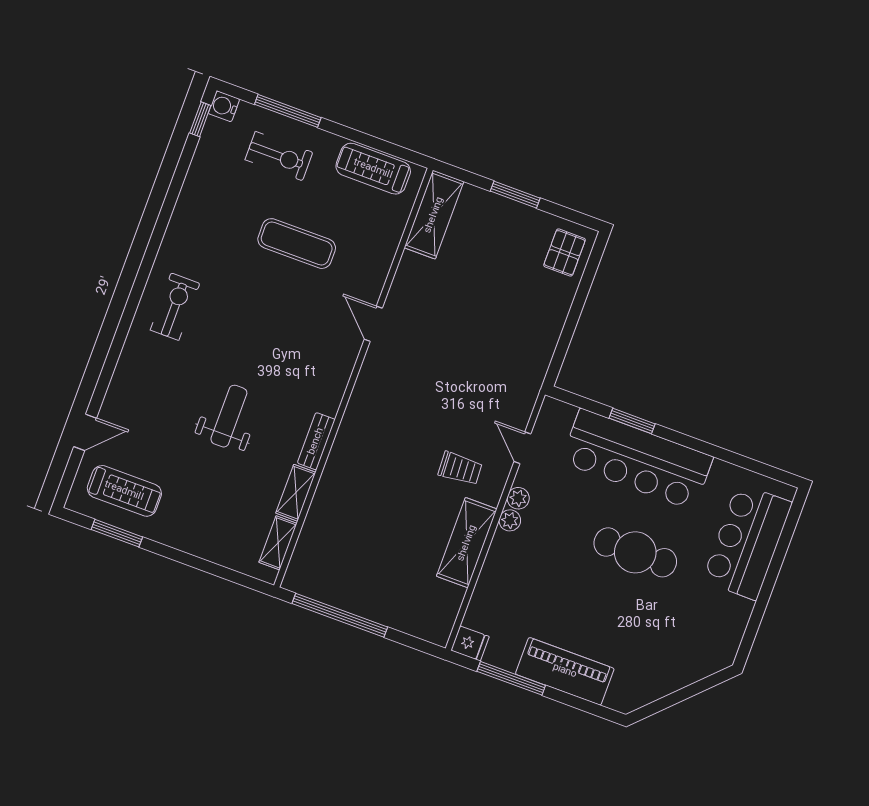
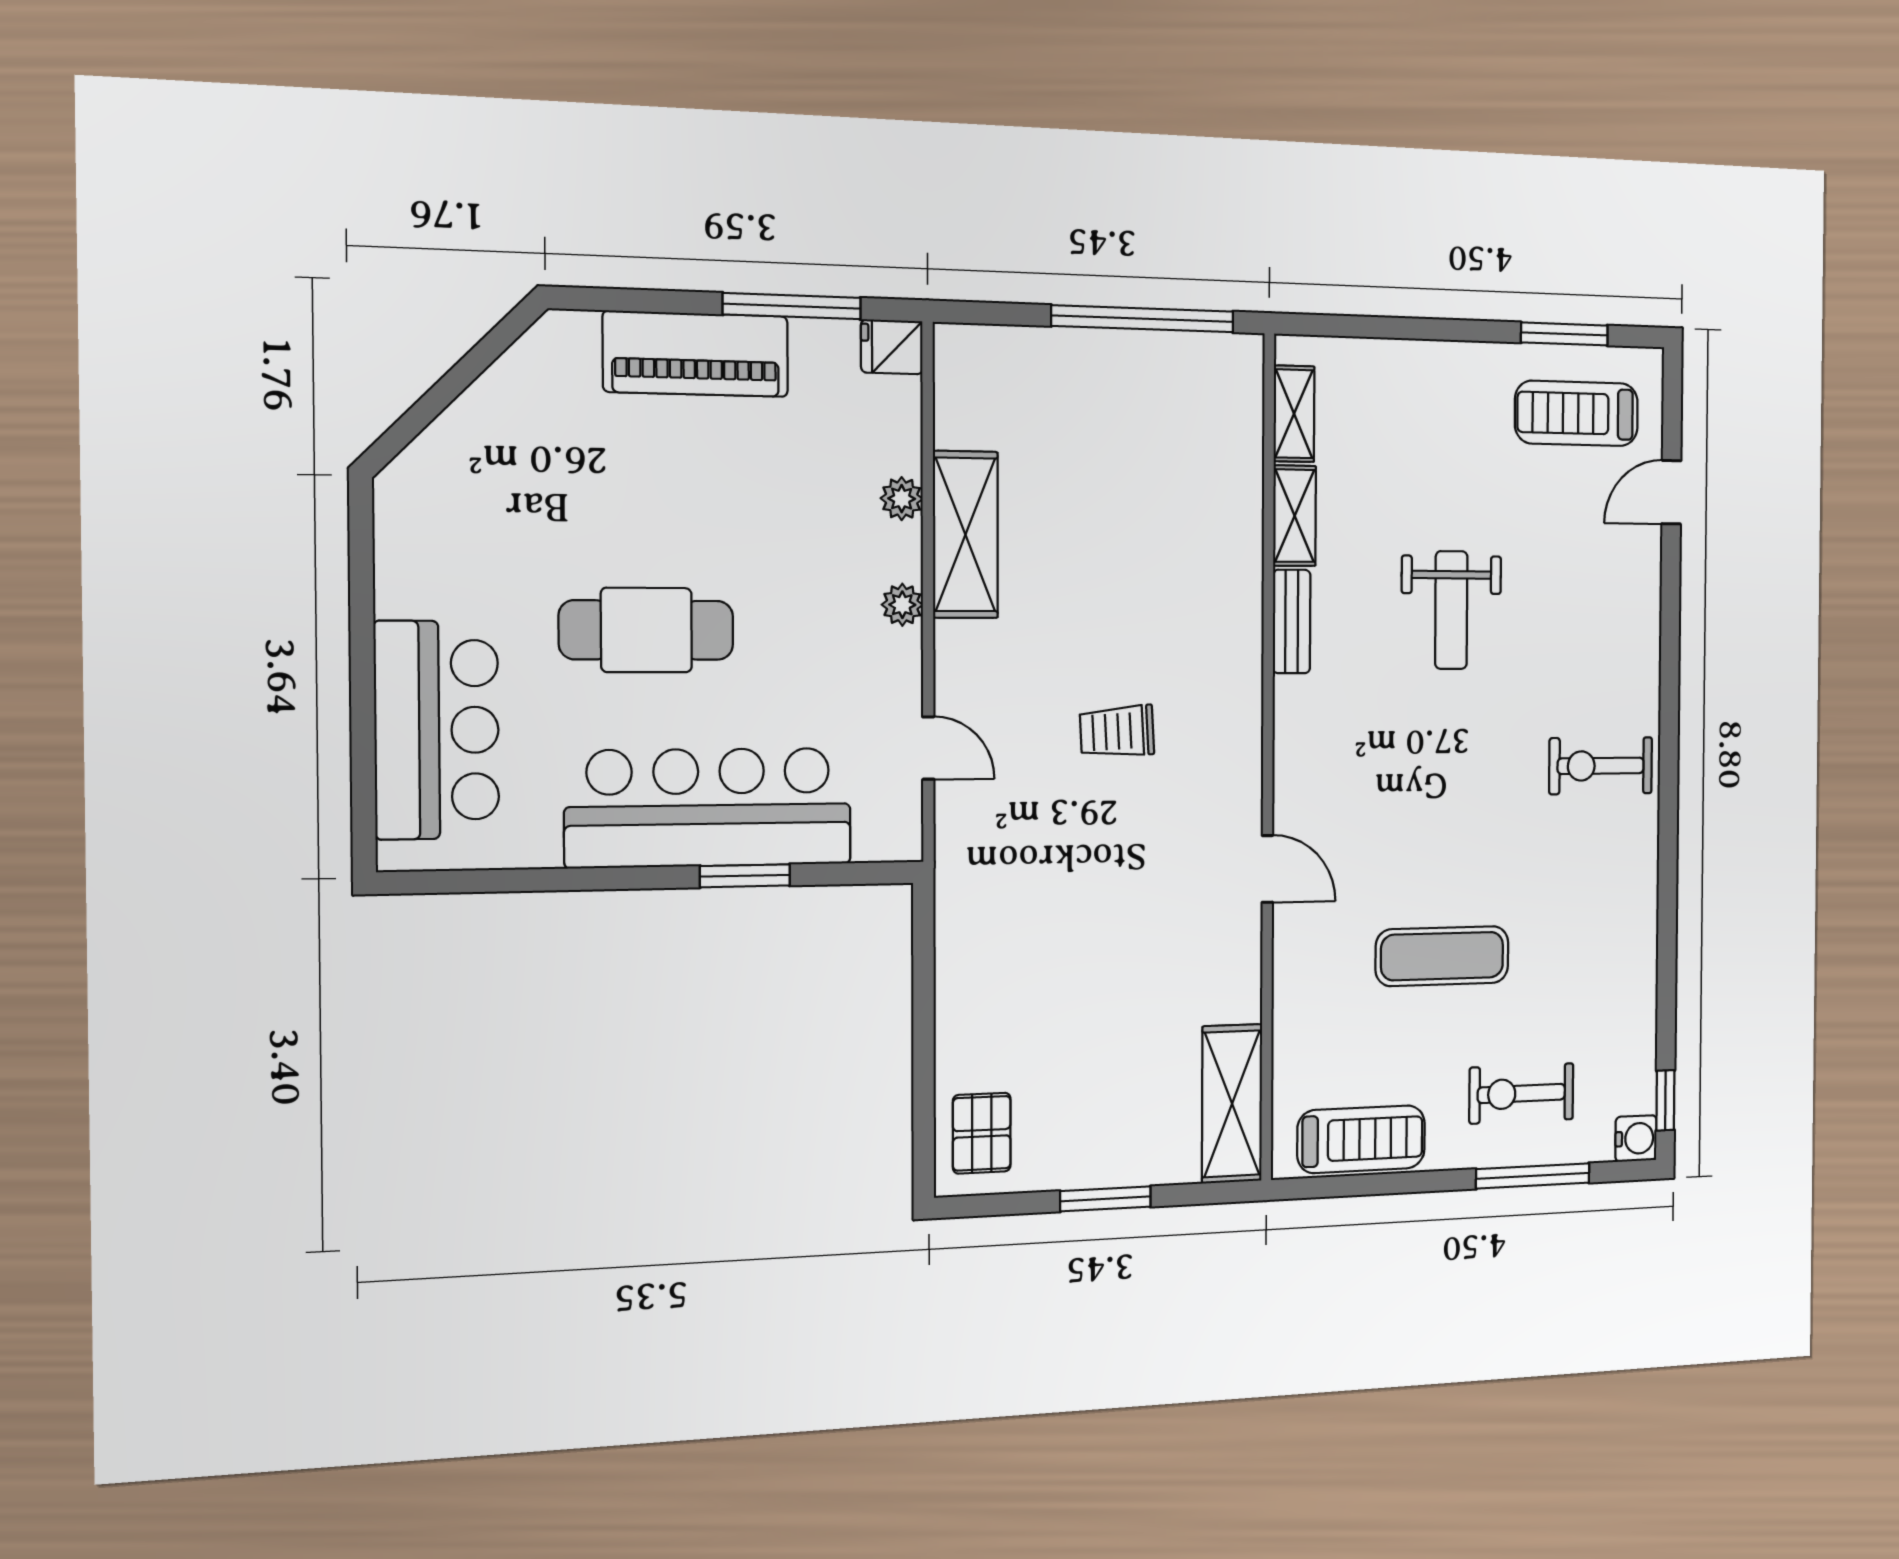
exercise bike: (175, 307) -> (1601, 766), turned 90
trolley: (460, 468) -> (1117, 731), moved
plant: (518, 498) -> (902, 499), moved

